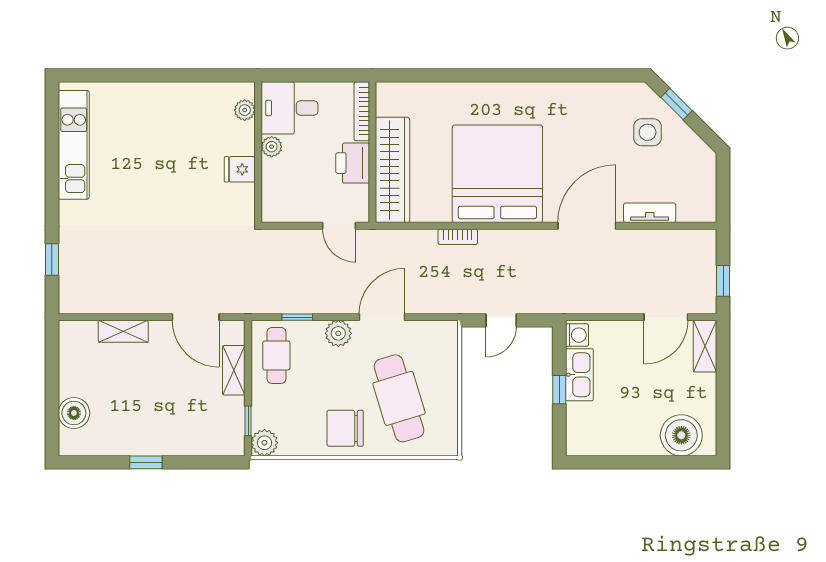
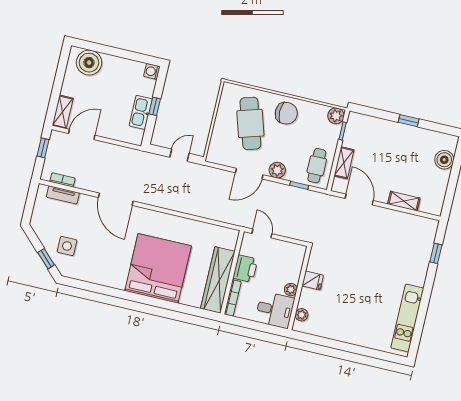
wardrobe: (392, 170) -> (218, 280), moved
bed: (497, 174) -> (158, 268), moved, turned 180
tv unit: (650, 213) -> (63, 195), moved
door: (587, 226) -> (116, 199), hinge flipped
bookcase: (458, 237) -> (63, 180), moved
washing machine: (577, 335) -> (152, 71), moved

